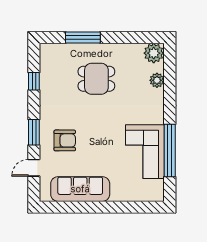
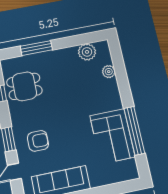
plant: (154, 53) -> (87, 52), moved
dining table: (96, 79) -> (24, 86), moved

